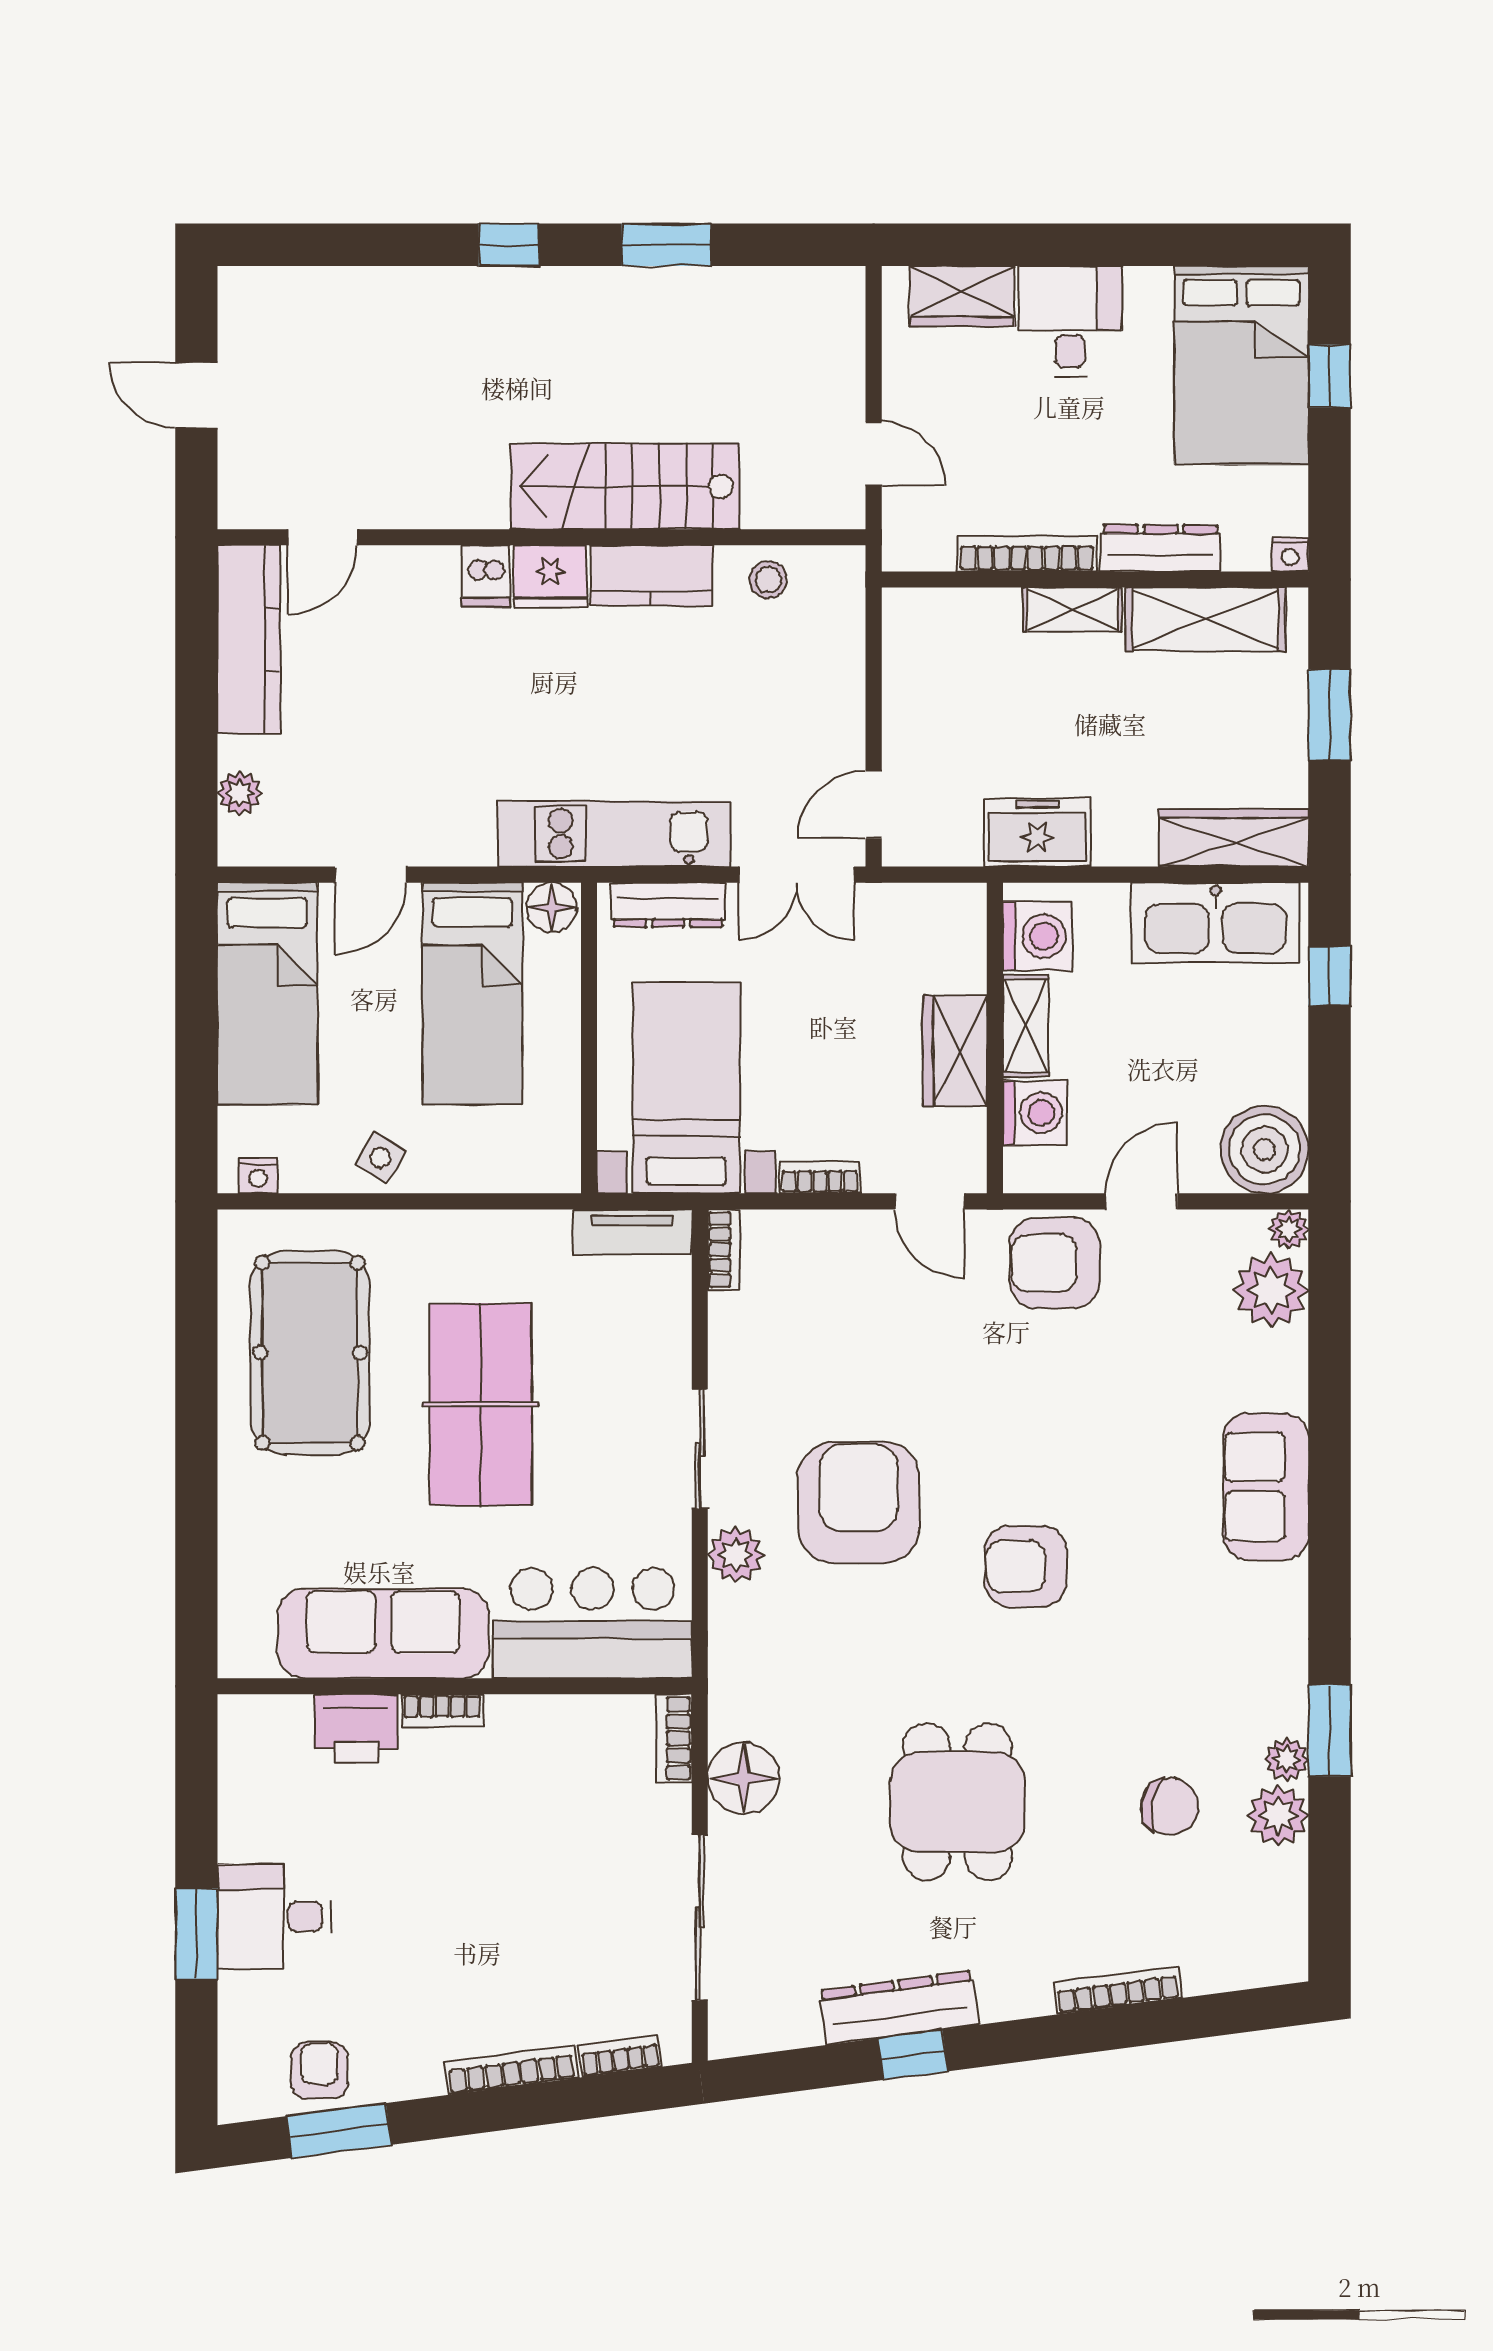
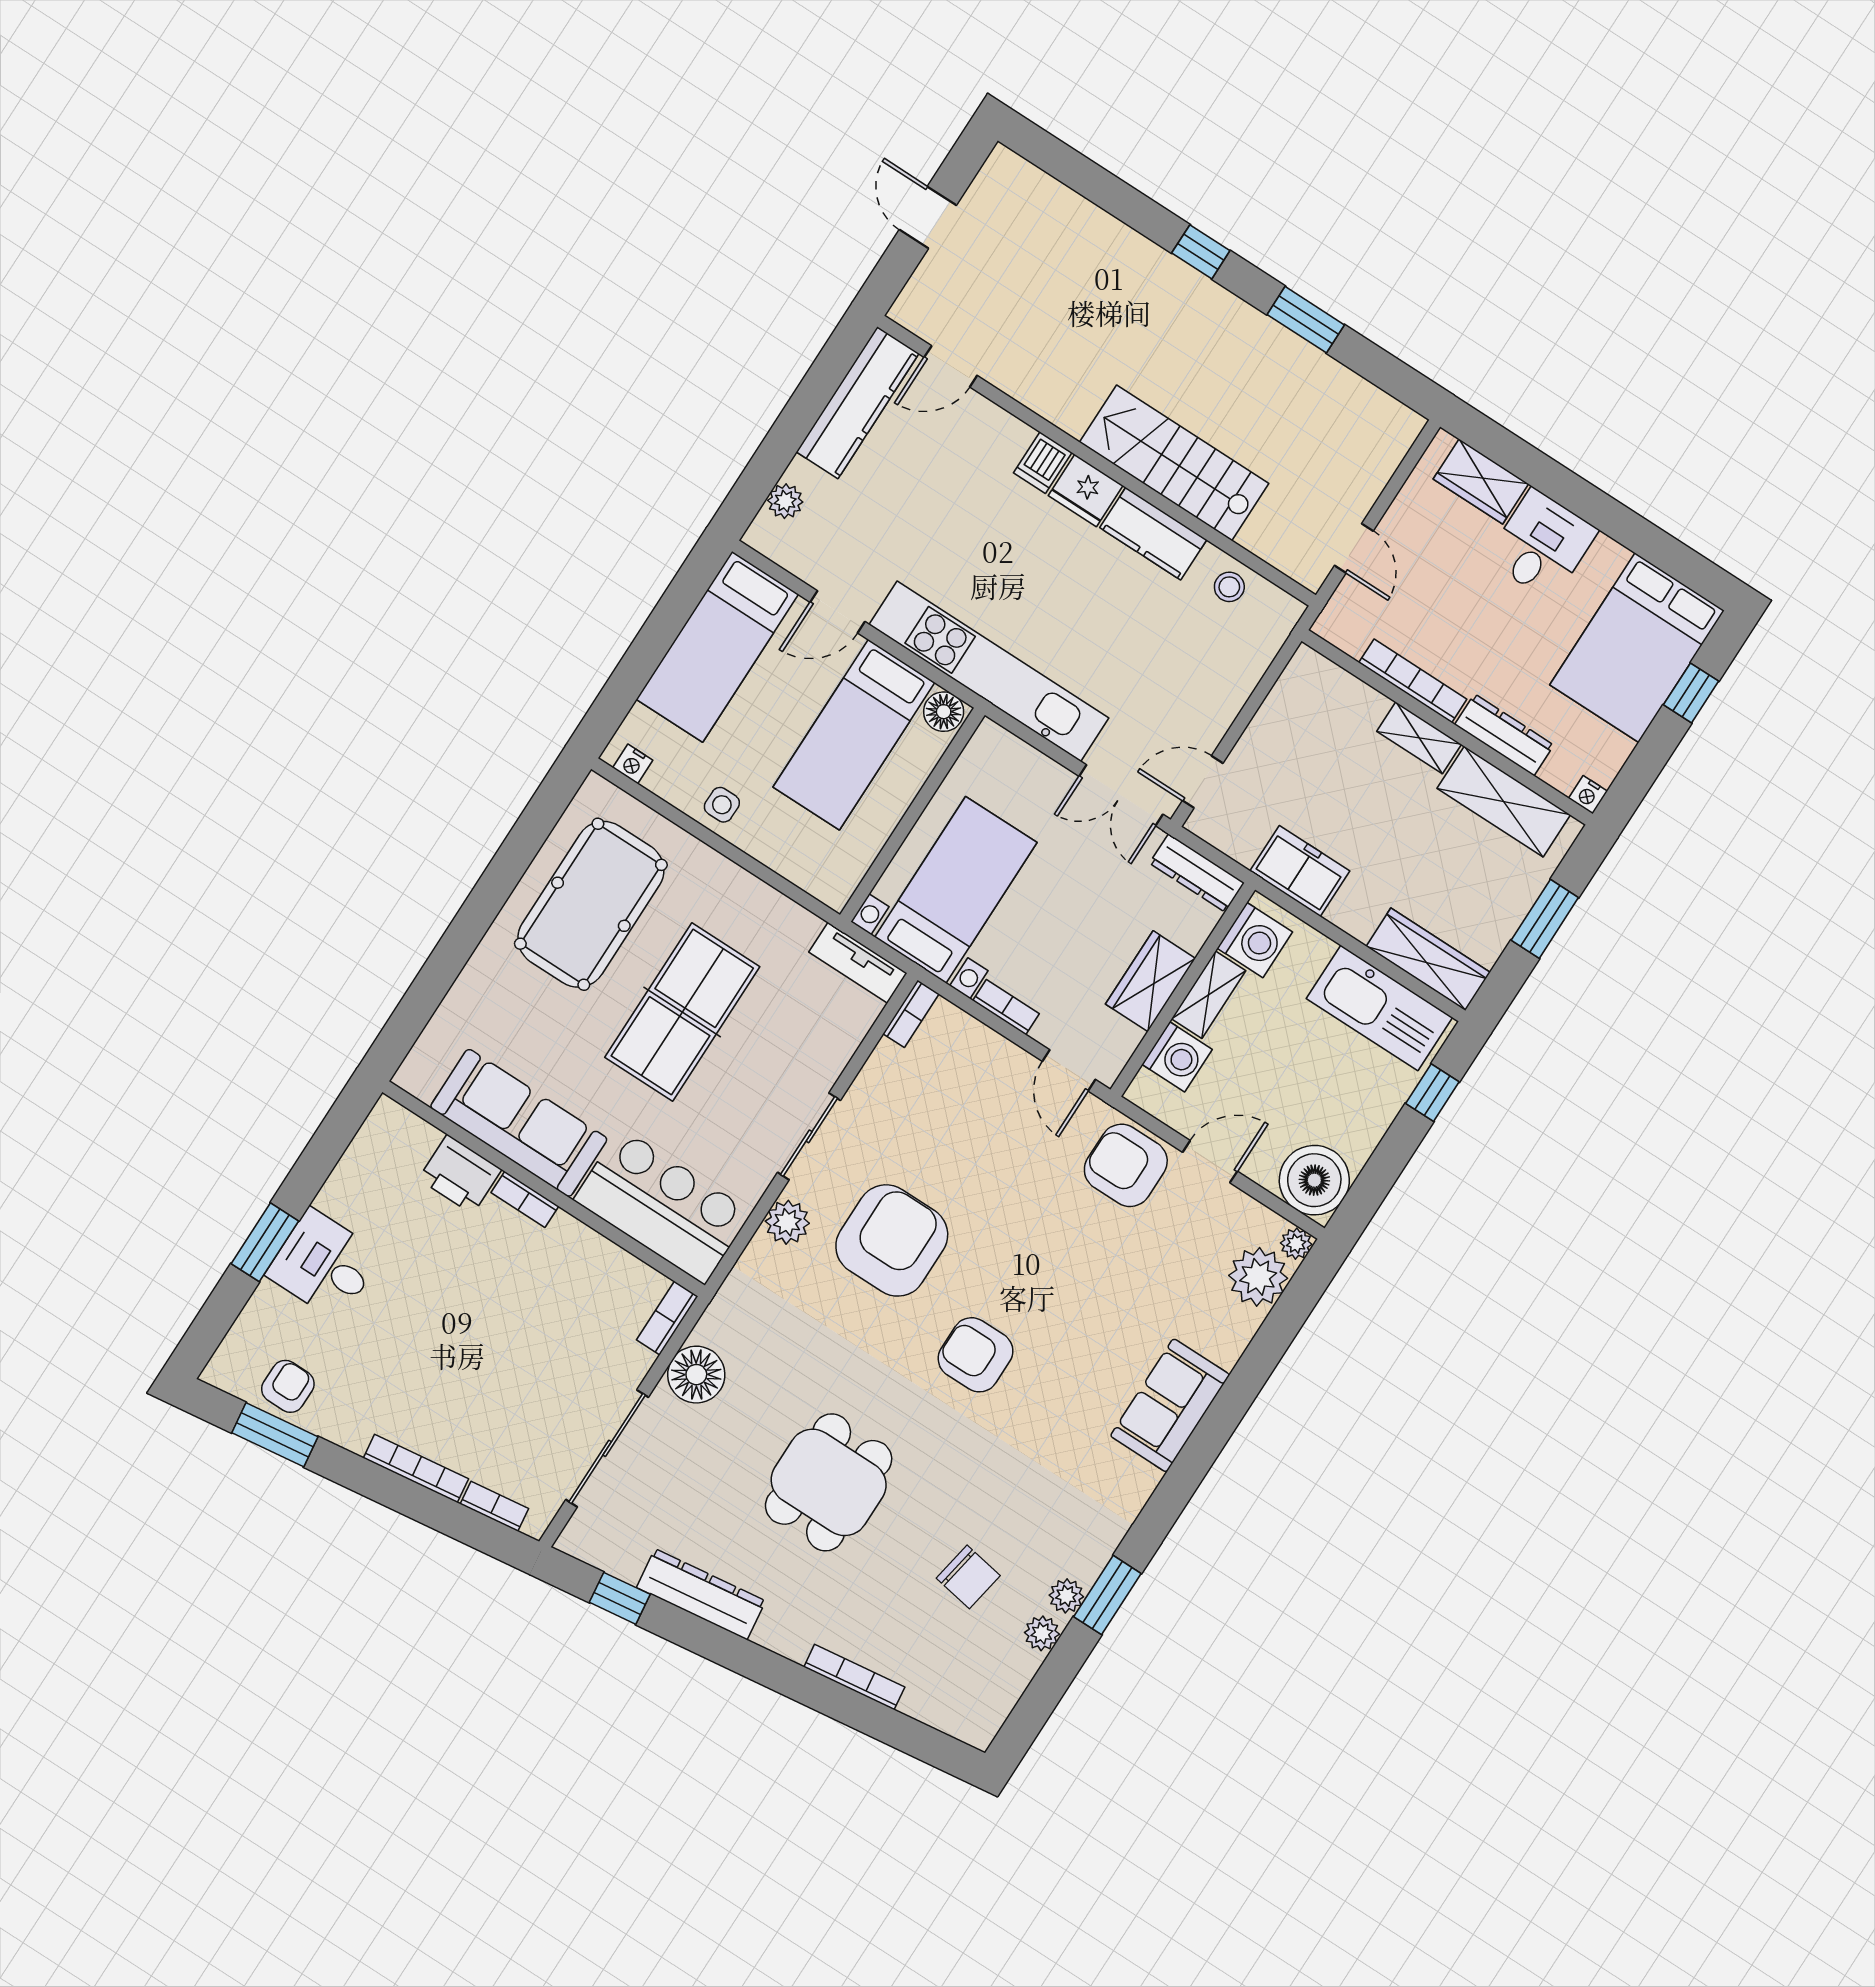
kitchen unit: (614, 834) -> (989, 671), width x1.36
dresser: (668, 905) -> (1197, 873), moved
side table: (381, 1158) -> (722, 805), turned -31
plant: (1278, 1816) -> (1042, 1633), width x0.73, depth x0.73
window: (913, 2055) -> (620, 1598), moved

